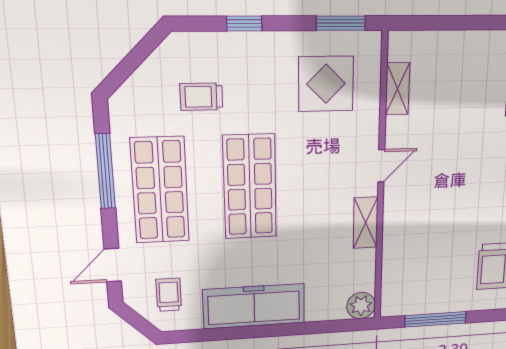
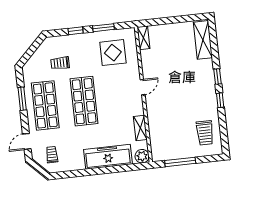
window: (341, 23) -> (103, 28), moved
shelving: (397, 89) -> (143, 38), moved
window: (105, 171) -> (22, 99), width x0.69
shelving: (366, 223) -> (140, 128), moved
freezer: (254, 306) -> (108, 157), moved

